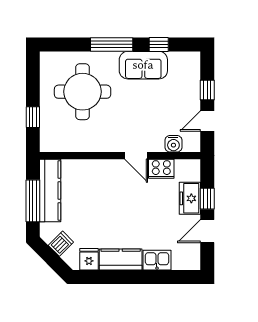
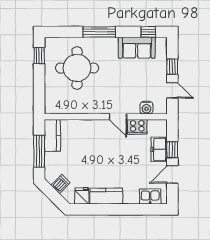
window: (159, 44) -> (148, 32), moved
sofa: (143, 65) -> (137, 48), moved
window: (33, 117) -> (39, 56), moved
door: (207, 121) -> (172, 90), swing flipped
kitchen counter: (50, 190) -> (52, 135), width x0.67
kitchen sink: (157, 260) -> (150, 197), moved

